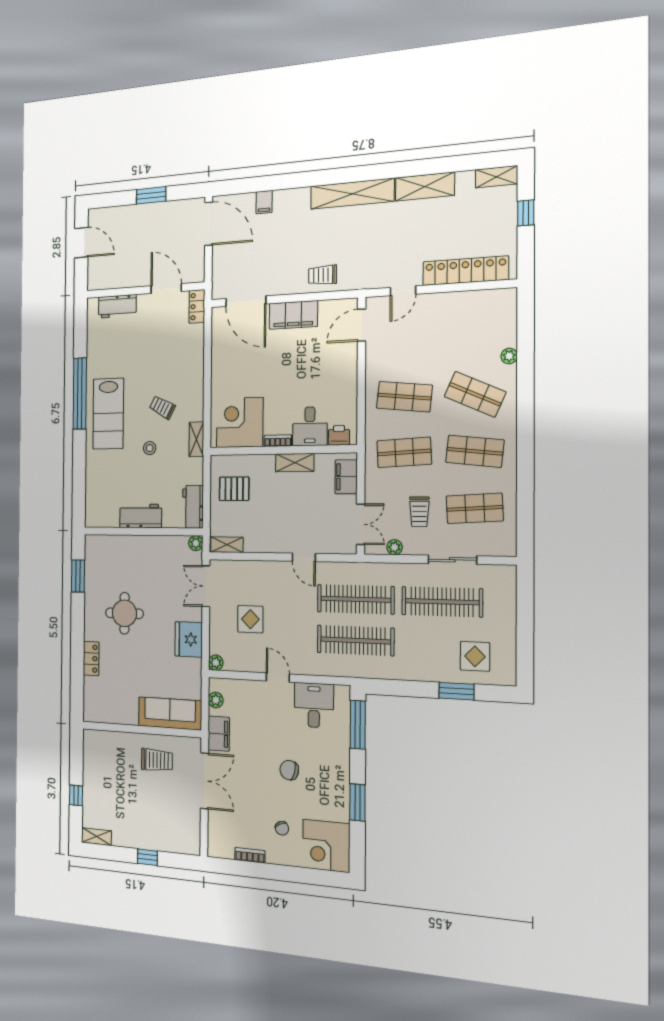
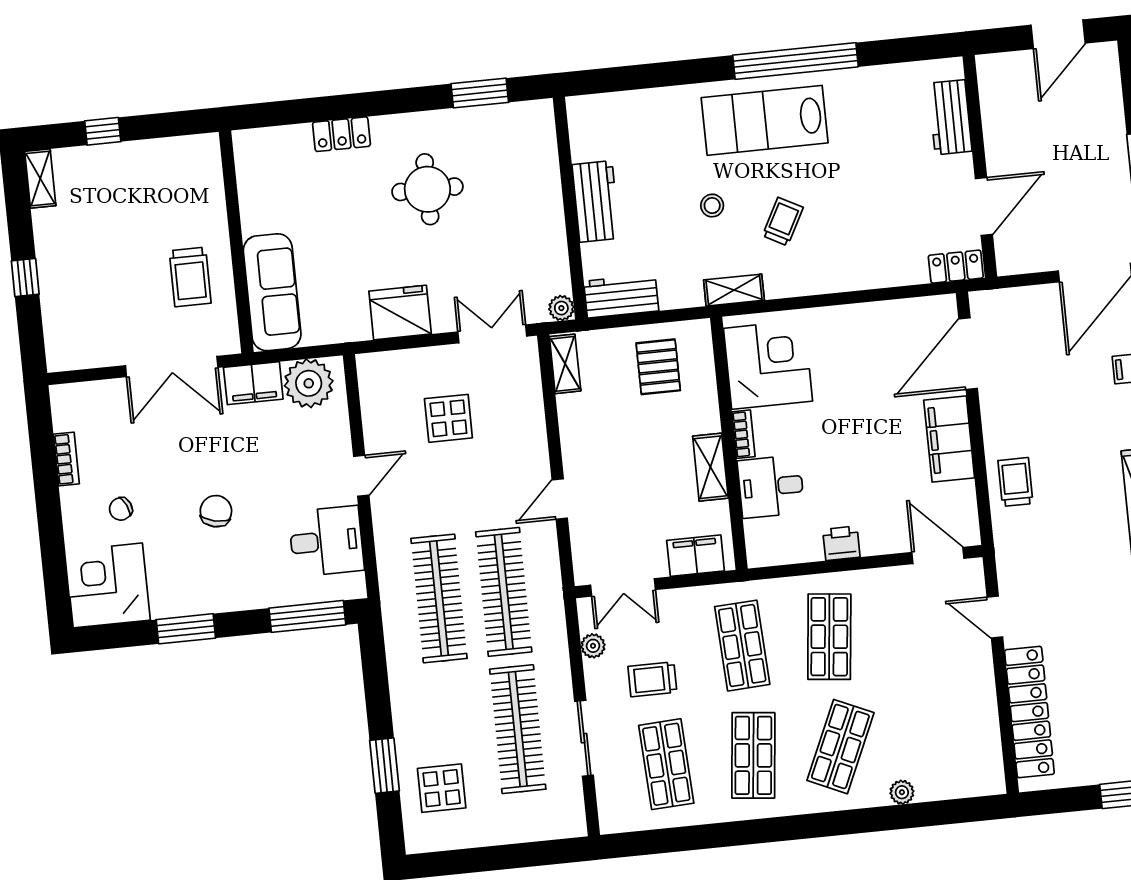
printer: (339, 435) -> (841, 543), moved, turned -90
plant: (216, 663) -> (369, 365), removed
plant: (216, 700) -> (309, 383), width x1.87, depth x1.87

